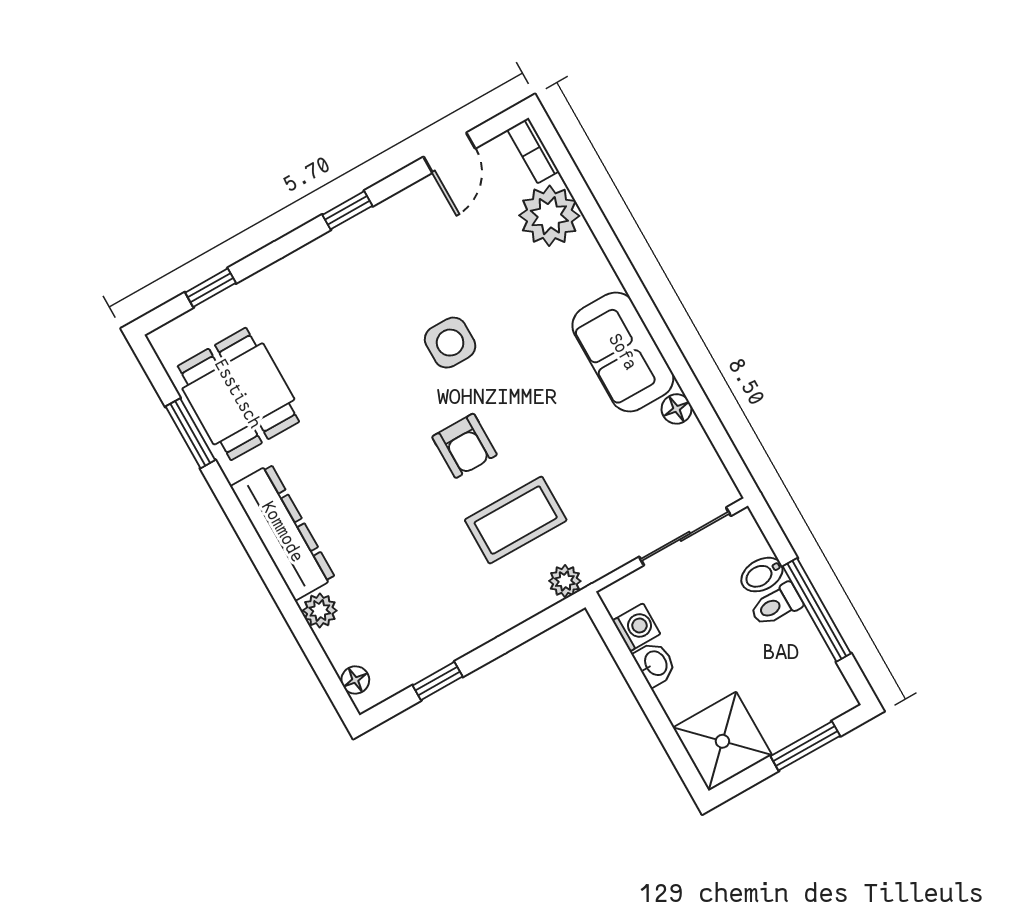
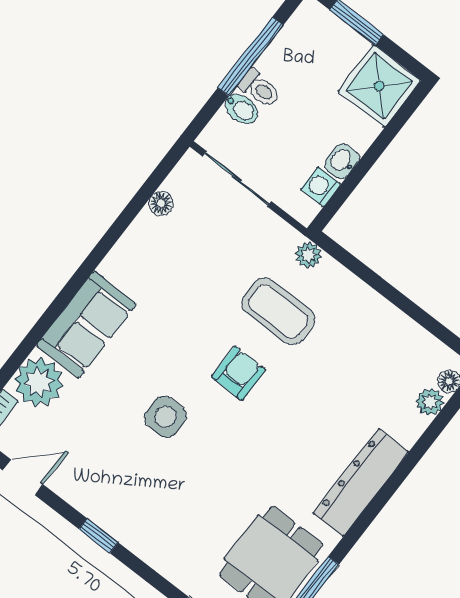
sofa: (623, 352) -> (86, 325), moved
floor lamp: (677, 409) -> (161, 203), moved
plant: (320, 611) -> (430, 402), moved
window: (438, 681) -> (424, 319), removed

